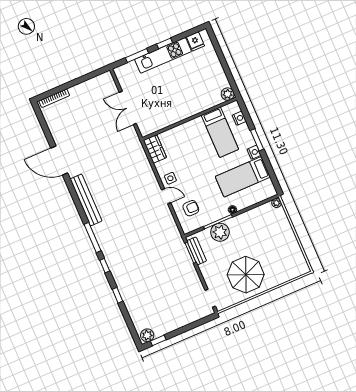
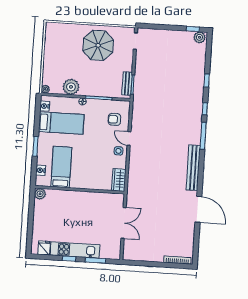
nightstand: (254, 152) -> (45, 106), moved
plant: (220, 232) -> (71, 87), moved

